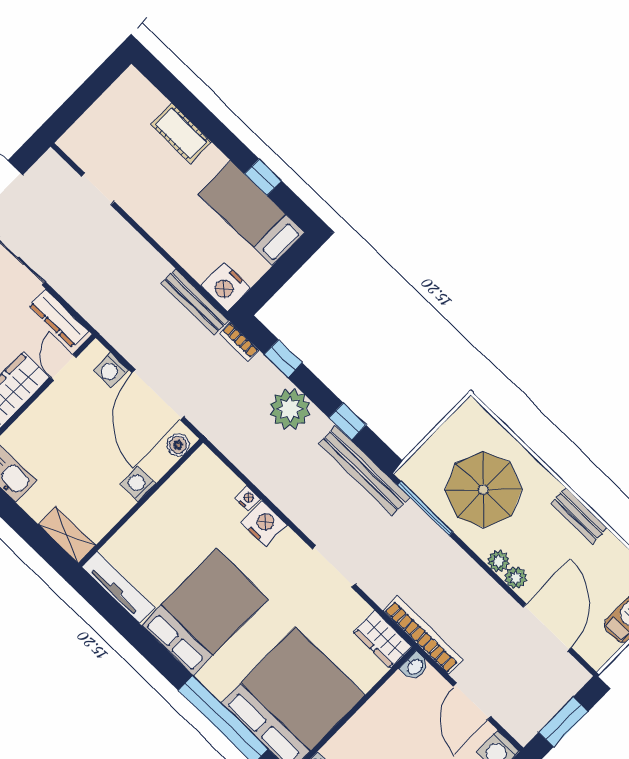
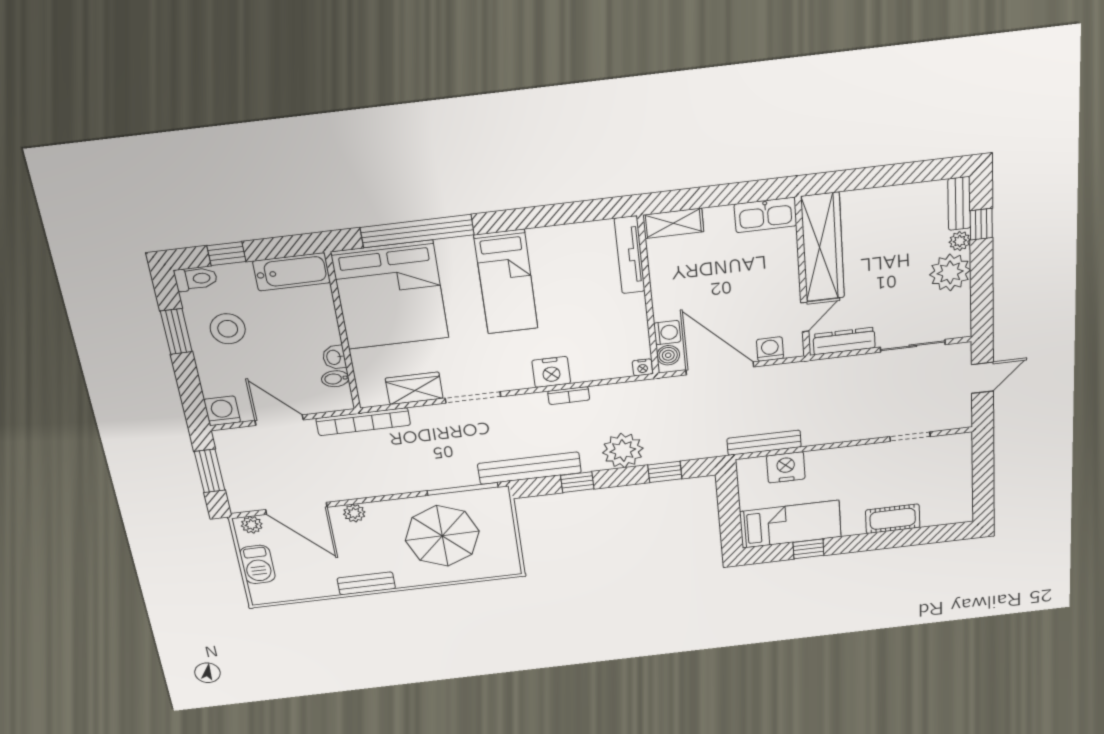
nightstand: (226, 287) -> (786, 467), moved
bookcase: (239, 342) -> (569, 396), moved, turned 180
door: (63, 367) -> (805, 317), hinge flipped
washing machine: (138, 484) -> (667, 332), moved
nightstand: (248, 499) -> (642, 367), moved
plant: (498, 561) -> (252, 525), moved
tv unit: (118, 587) -> (630, 255), moved, turned 90
bed: (205, 612) -> (506, 282), width x0.67
wardrobe: (383, 639) -> (414, 388), moved
washbasin: (415, 667) -> (334, 357), moved
bidet: (400, 686) -> (335, 379), added

